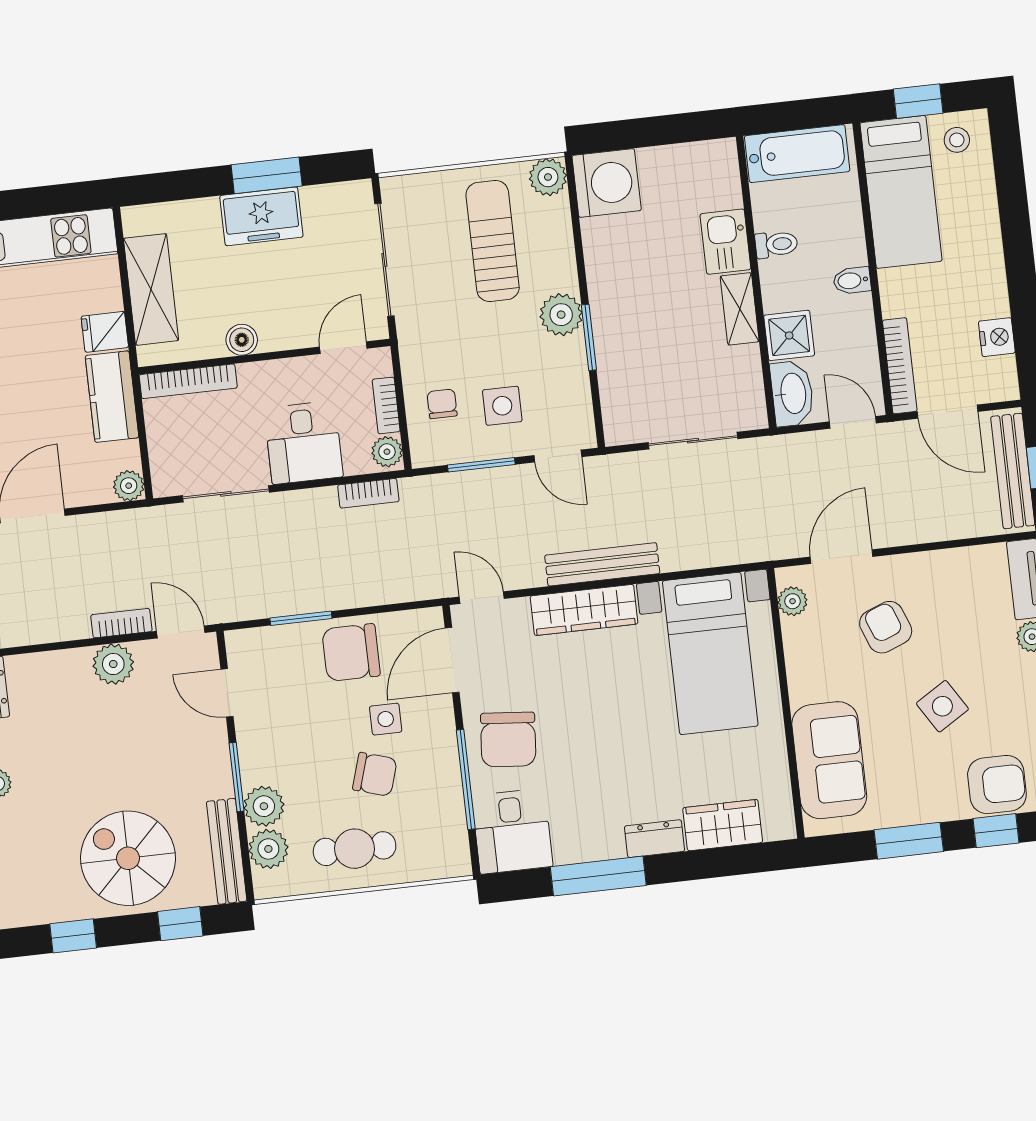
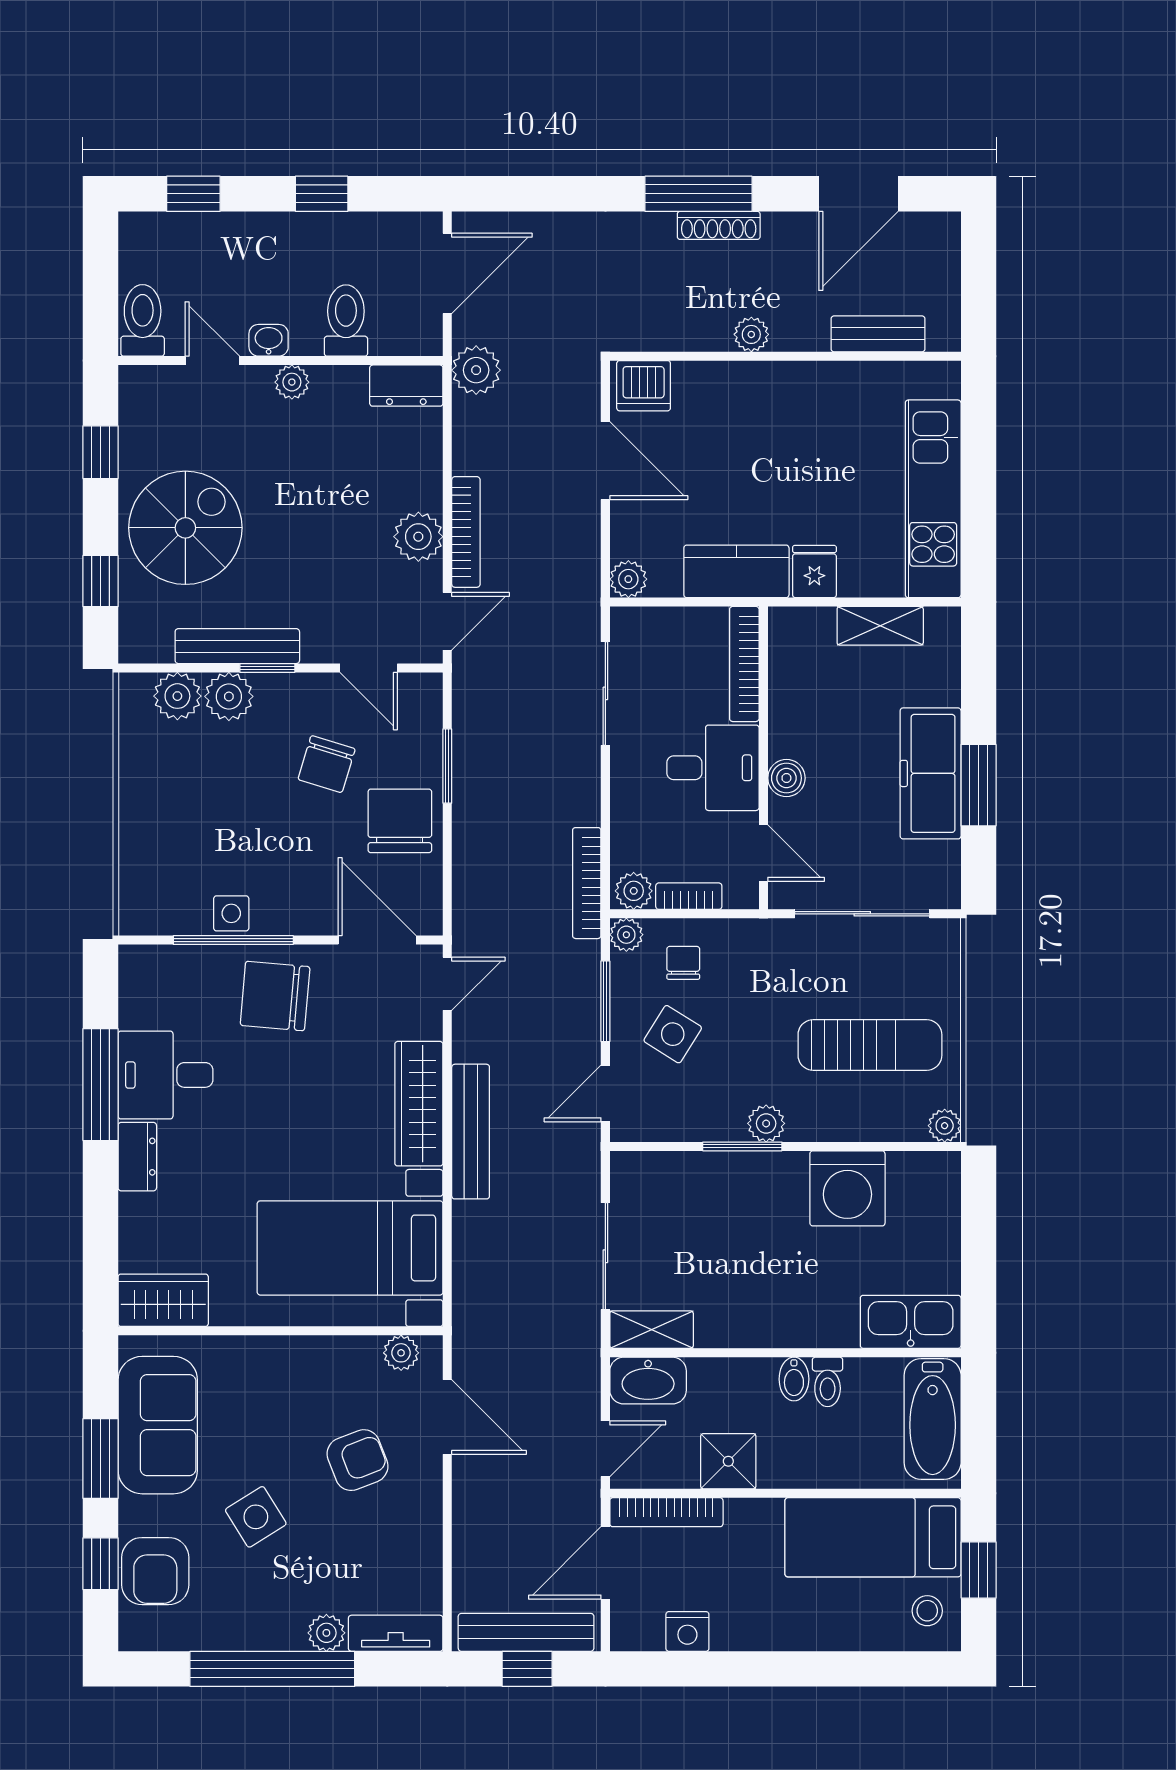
plant: (548, 177) -> (945, 1126), width x0.73, depth x0.73
washing machine: (607, 183) -> (847, 1188), moved
freezer: (261, 216) -> (931, 773), width x1.40
kitchen sink: (725, 242) -> (911, 1322), moved, width x1.38
bidet: (852, 280) -> (794, 1379), moved, turned 180
shelving: (151, 289) -> (880, 626), width x0.67, depth x0.75
shelving: (740, 309) -> (652, 1330), moved
plant: (561, 315) -> (766, 1123), width x0.73, depth x0.73
shower: (789, 335) -> (728, 1461), moved
boiler: (242, 340) -> (786, 778), moved
chair: (442, 404) -> (683, 963), turned -90
side table: (502, 406) -> (673, 1034), turned 32
desk: (304, 443) -> (713, 768), moved, turned 180
plant: (424, 454) -> (626, 935), added
bookcase: (368, 493) -> (587, 883), width x1.56
bookcase: (121, 623) -> (466, 532), width x1.56
door: (227, 693) -> (369, 668), swing flipped
side table: (386, 719) -> (231, 913), moved
sofa: (829, 760) -> (158, 1425), moved, turned -90
chair: (375, 774) -> (327, 764), moved
window: (237, 777) -> (267, 668), width x0.67
wardrobe: (723, 825) -> (163, 1300), moved, turned -90
desk: (512, 831) -> (165, 1075), moved
cafe table: (355, 849) -> (166, 798), removed
bench: (227, 851) -> (237, 646), moved

